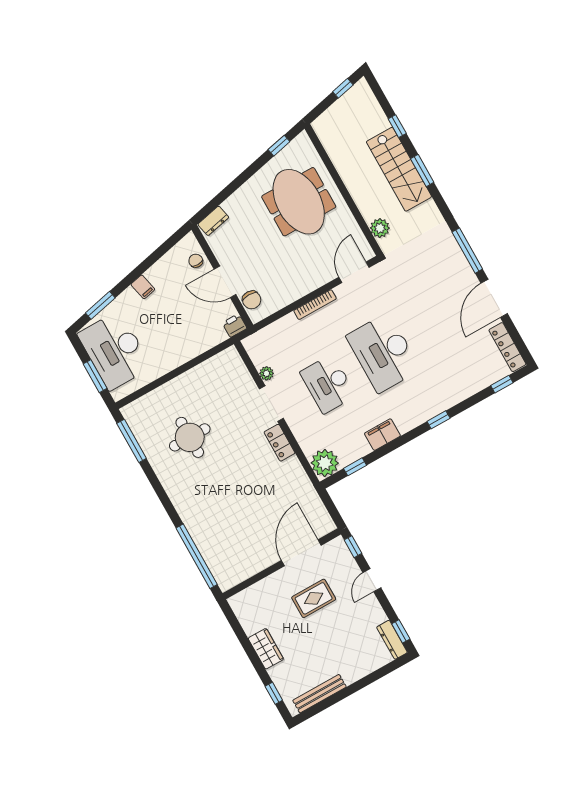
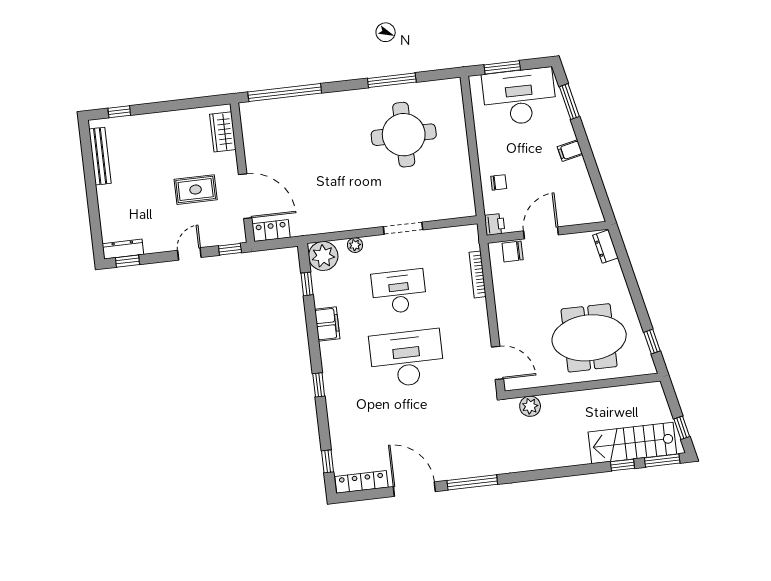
stairs: (399, 169) -> (632, 443), moved
window: (422, 171) -> (662, 460), moved
chair: (196, 261) -> (499, 182), moved
bookcase: (315, 305) -> (478, 274), moved
plant: (267, 373) -> (355, 245), moved
round table: (190, 437) -> (404, 135), width x1.36, depth x1.36
window: (132, 441) -> (392, 80), moved
locker: (279, 443) -> (271, 231), moved
door: (372, 580) -> (189, 254), hinge flipped
rug: (314, 598) -> (196, 190), turned 90
wardrobe: (266, 649) -> (223, 132), moved, turned 90

